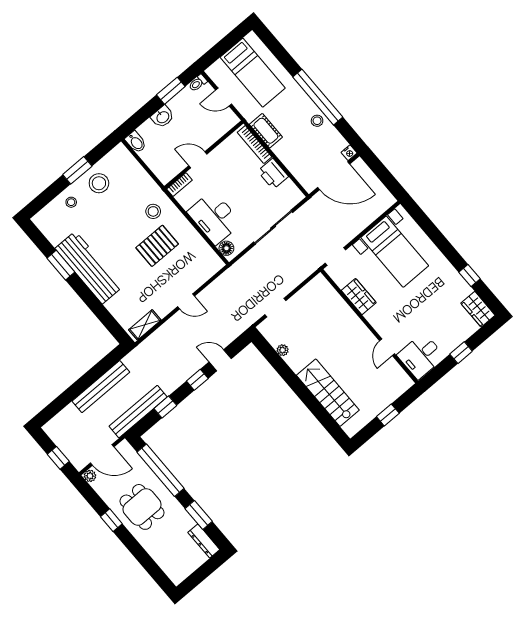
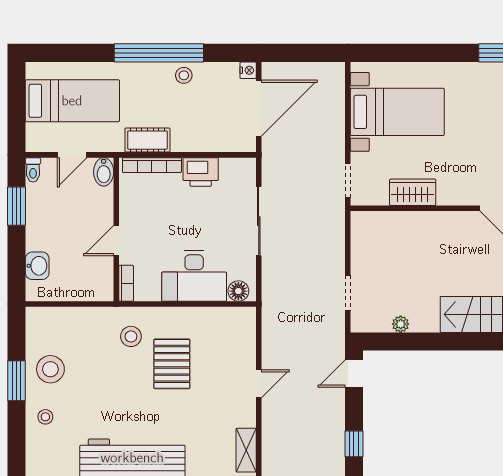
washbasin: (163, 117) -> (37, 266), moved
bidet: (136, 142) -> (104, 172), moved, turned 90
door: (220, 360) -> (354, 373), moved

